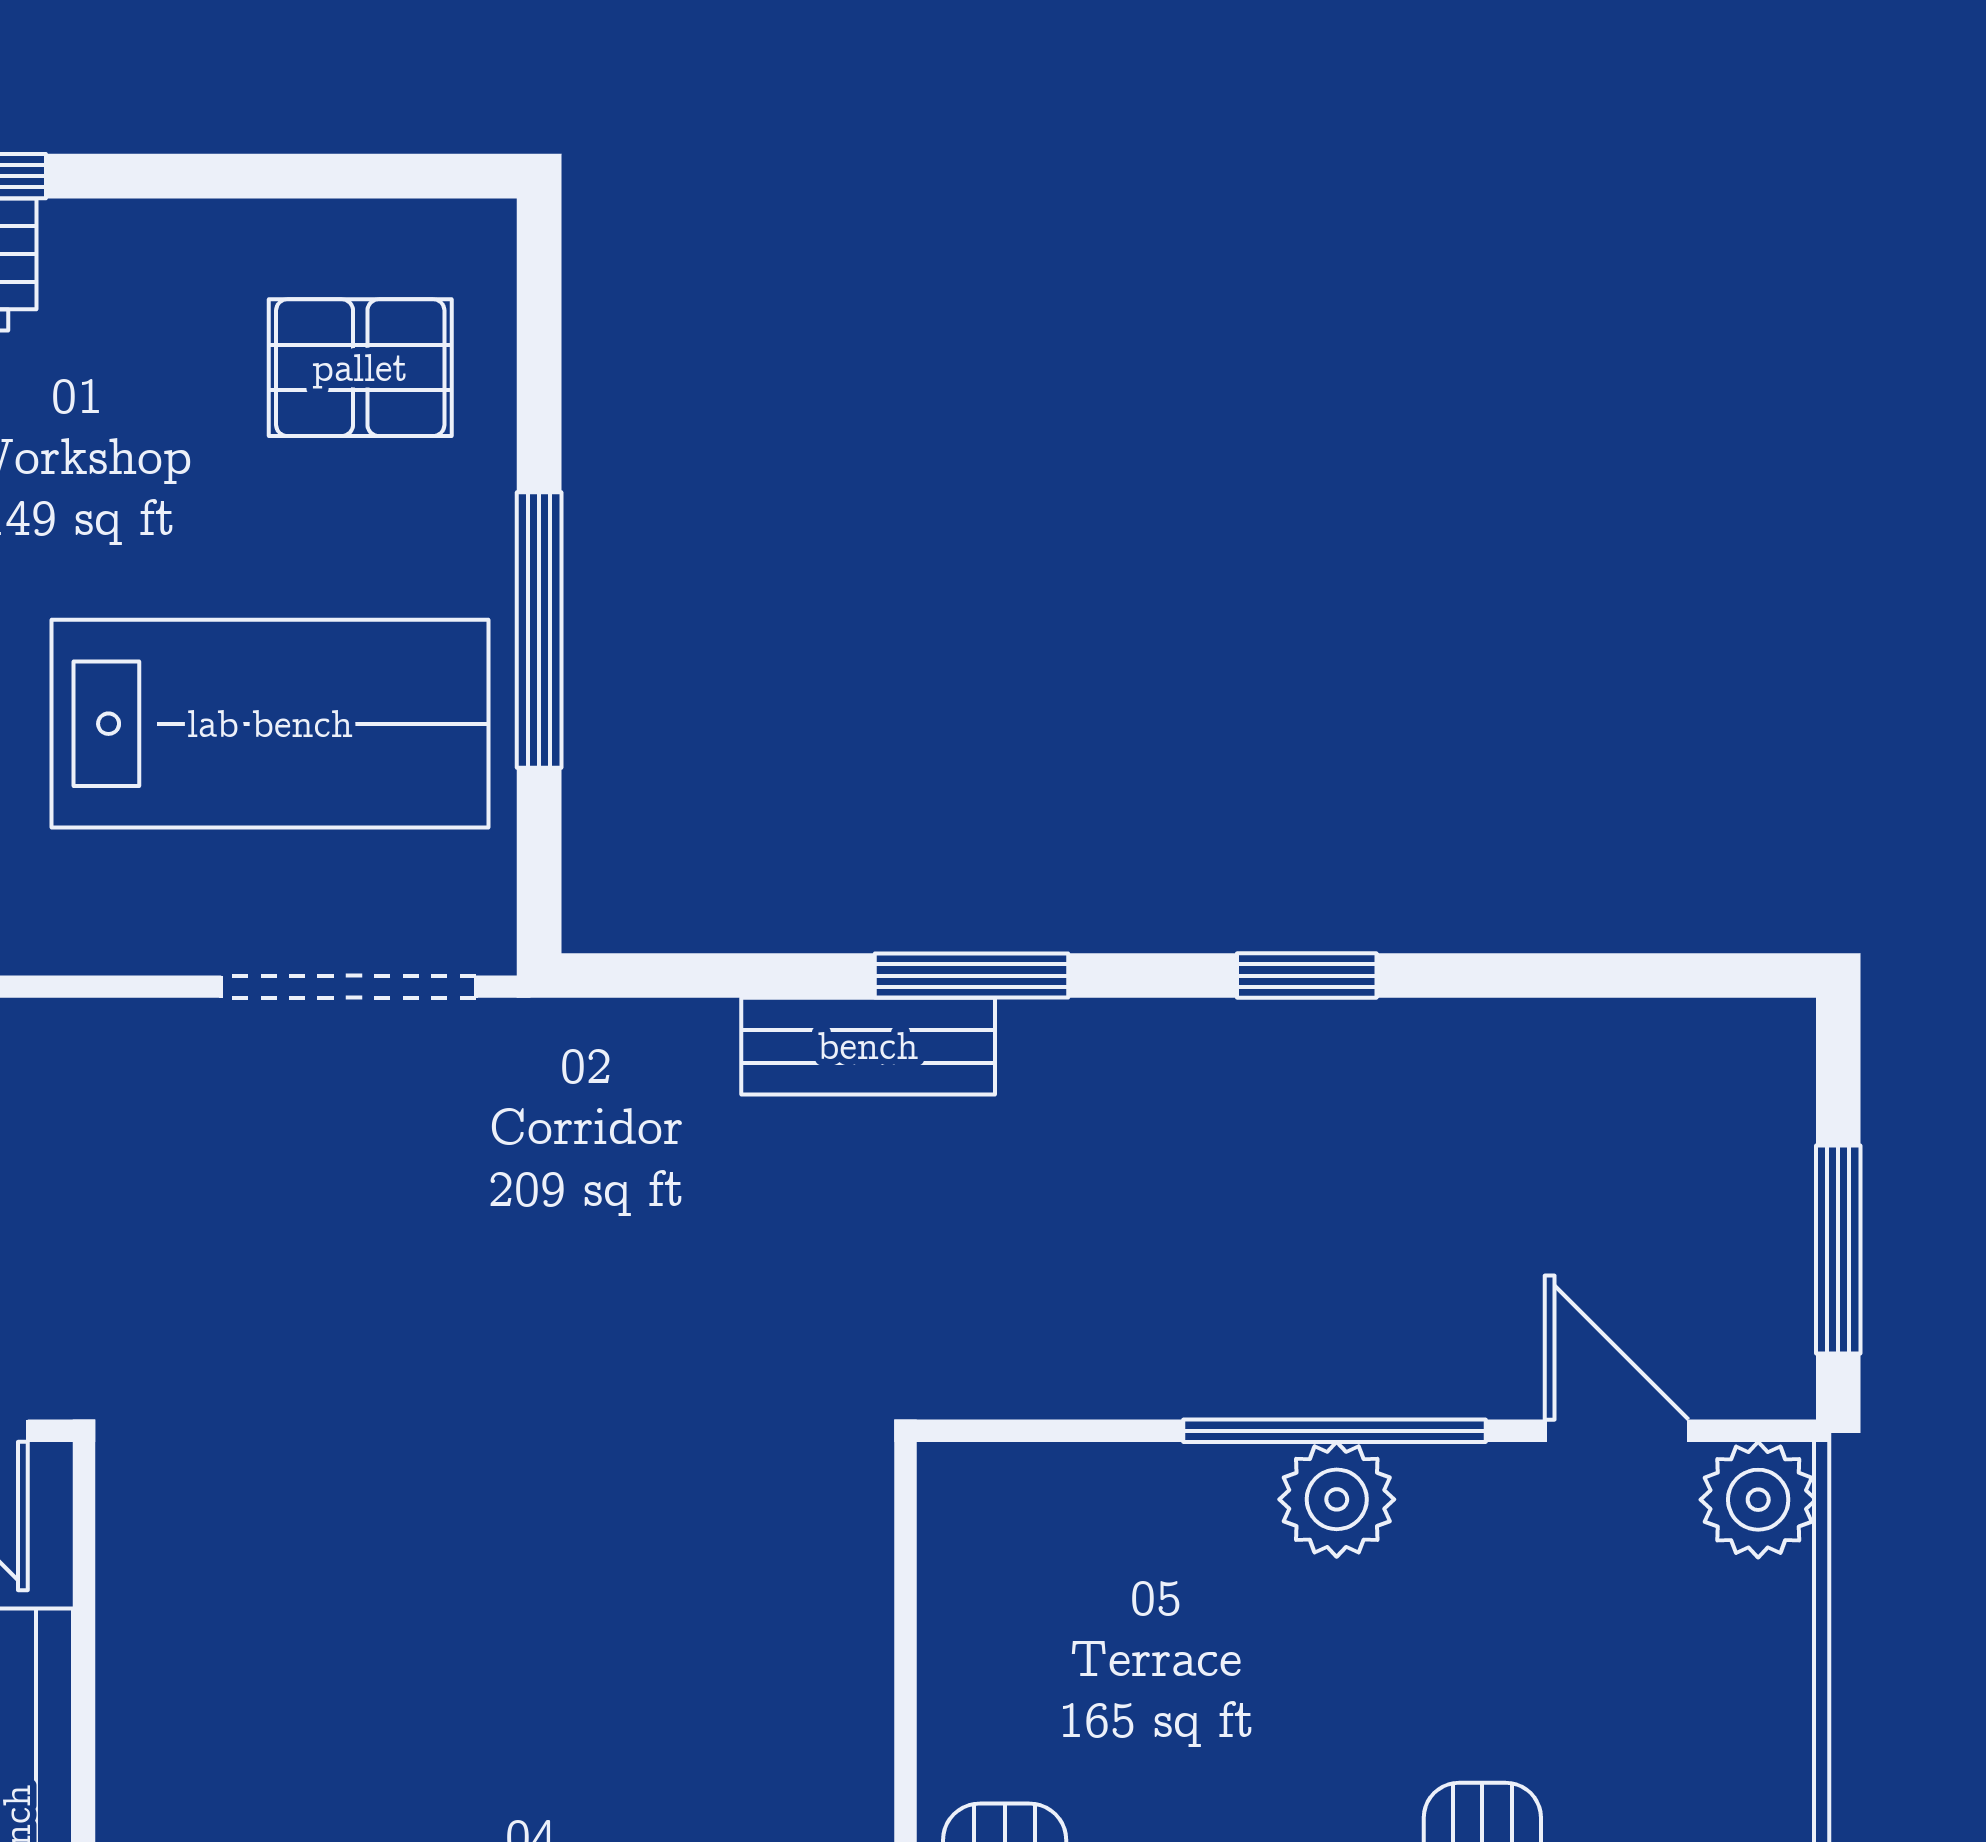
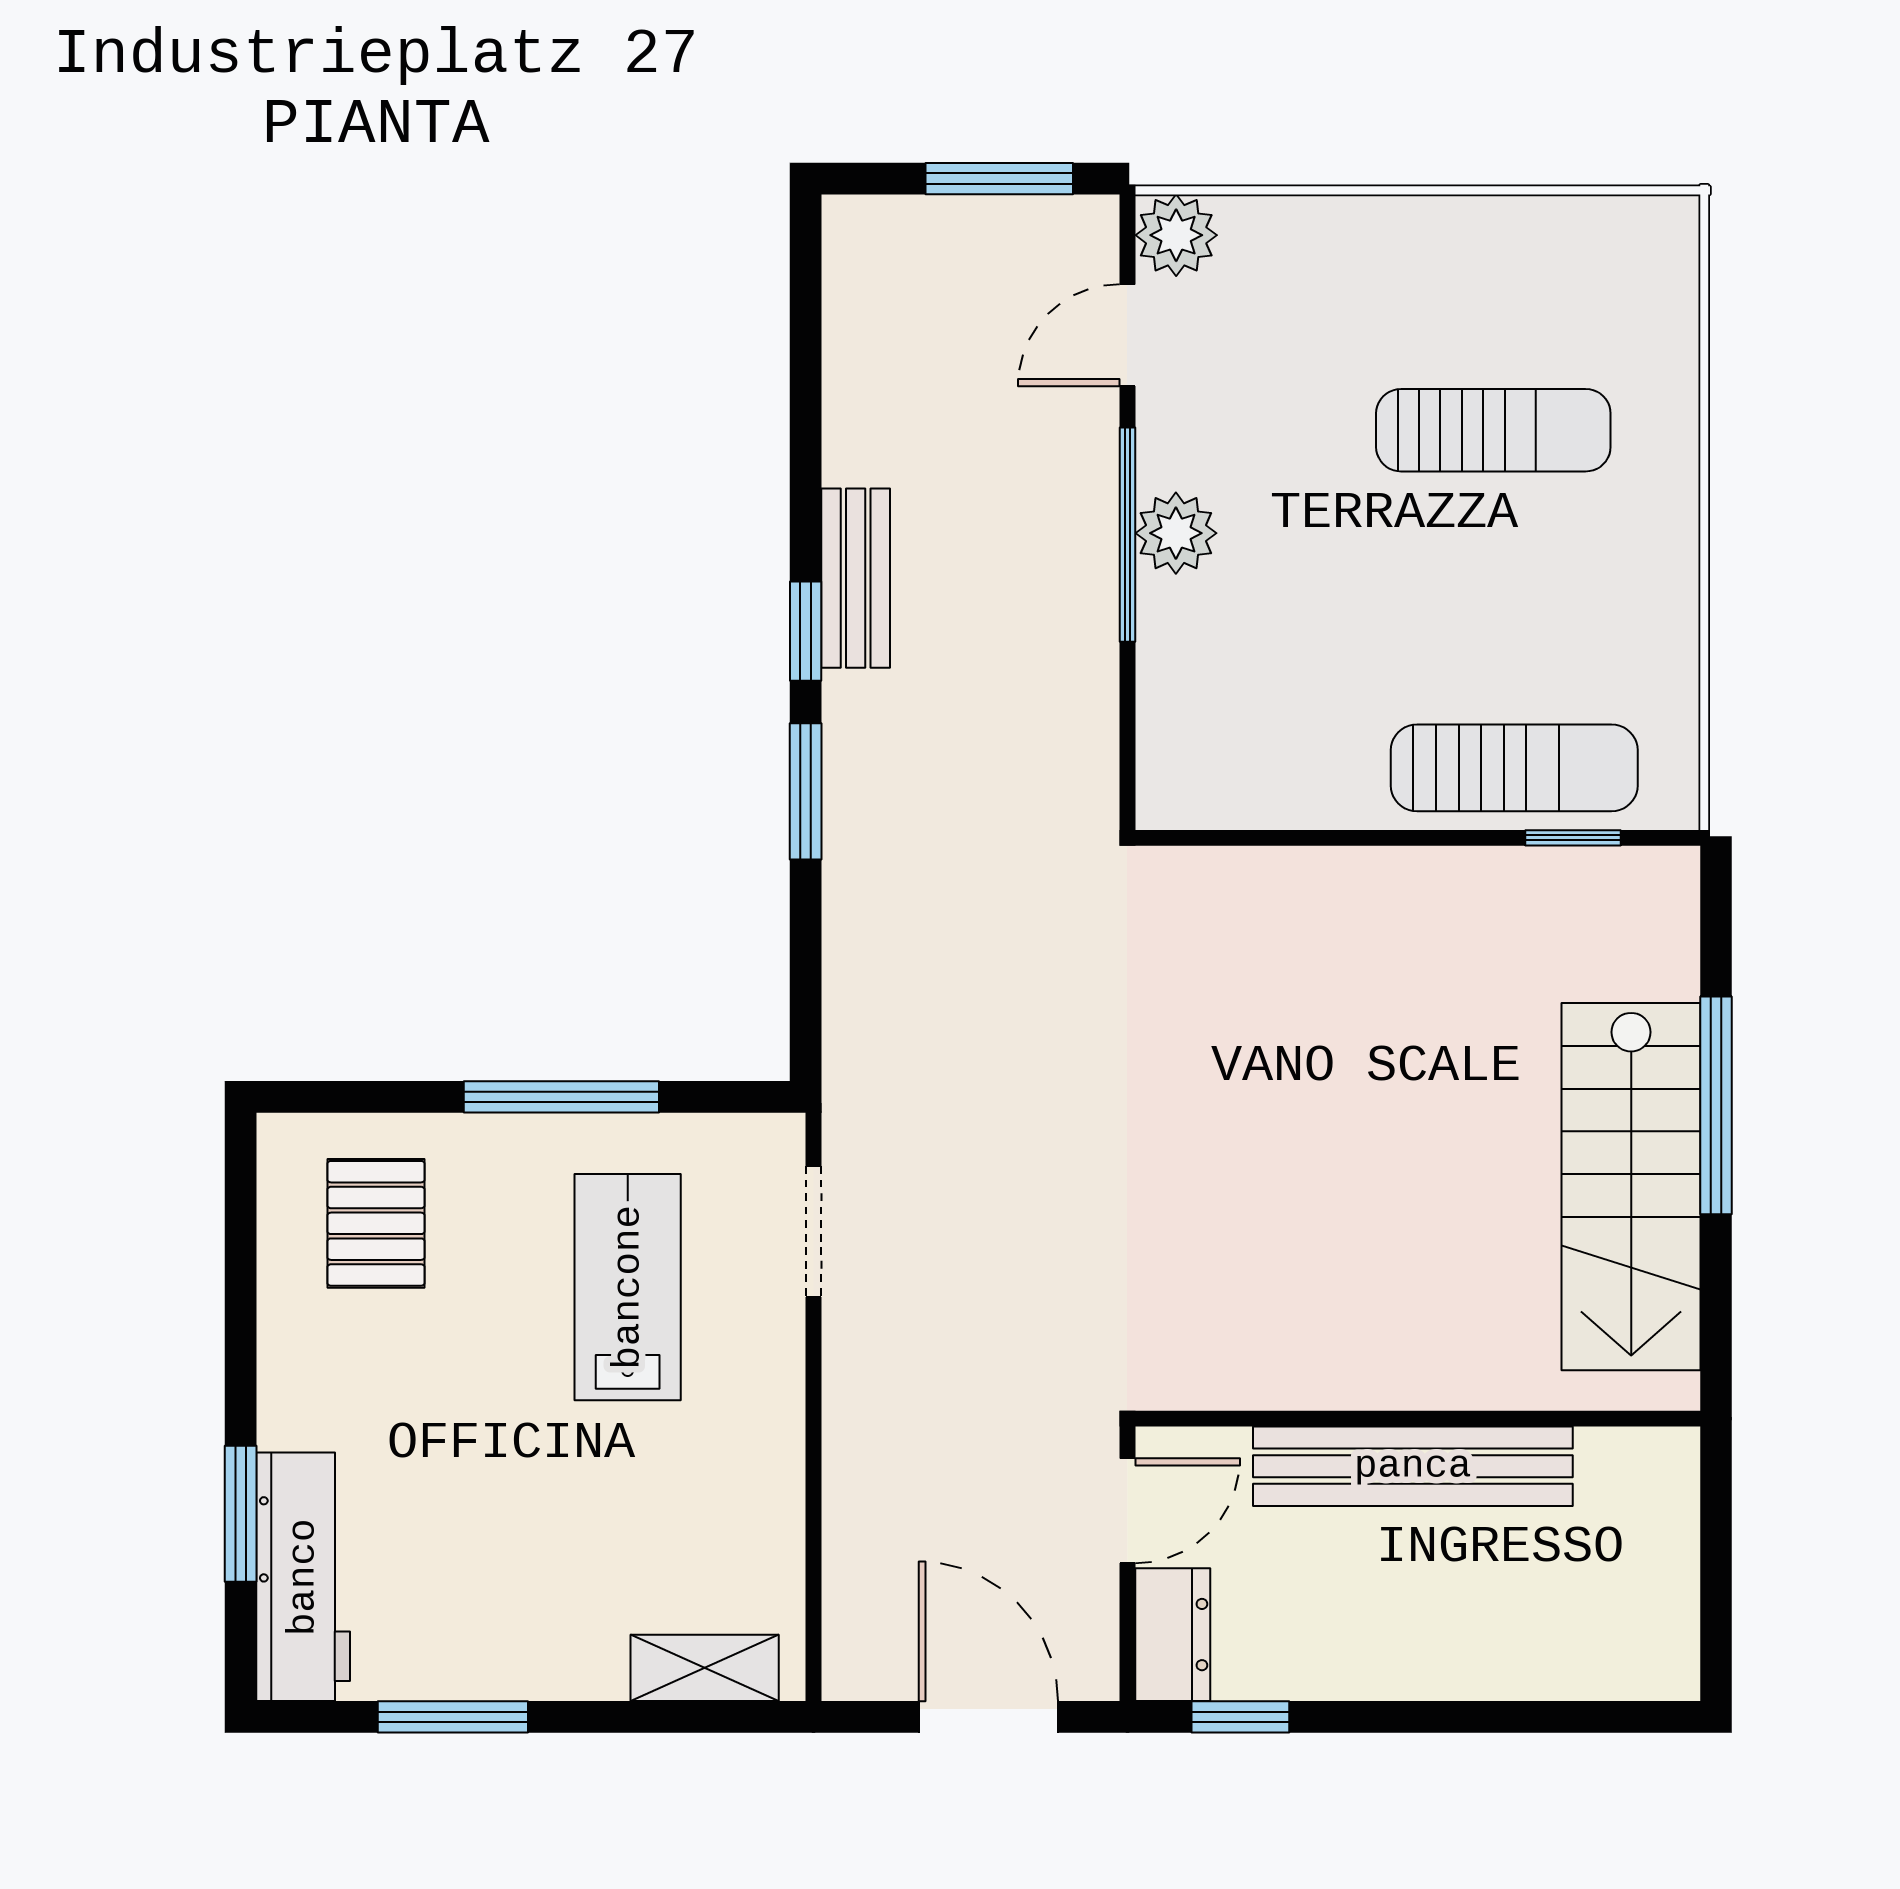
lab bench: (270, 724) -> (628, 1287), width x0.73, depth x0.72
window: (1307, 976) -> (806, 631), moved
doorway: (348, 987) -> (814, 1232), width x0.73
bench: (868, 1046) -> (856, 578), moved

